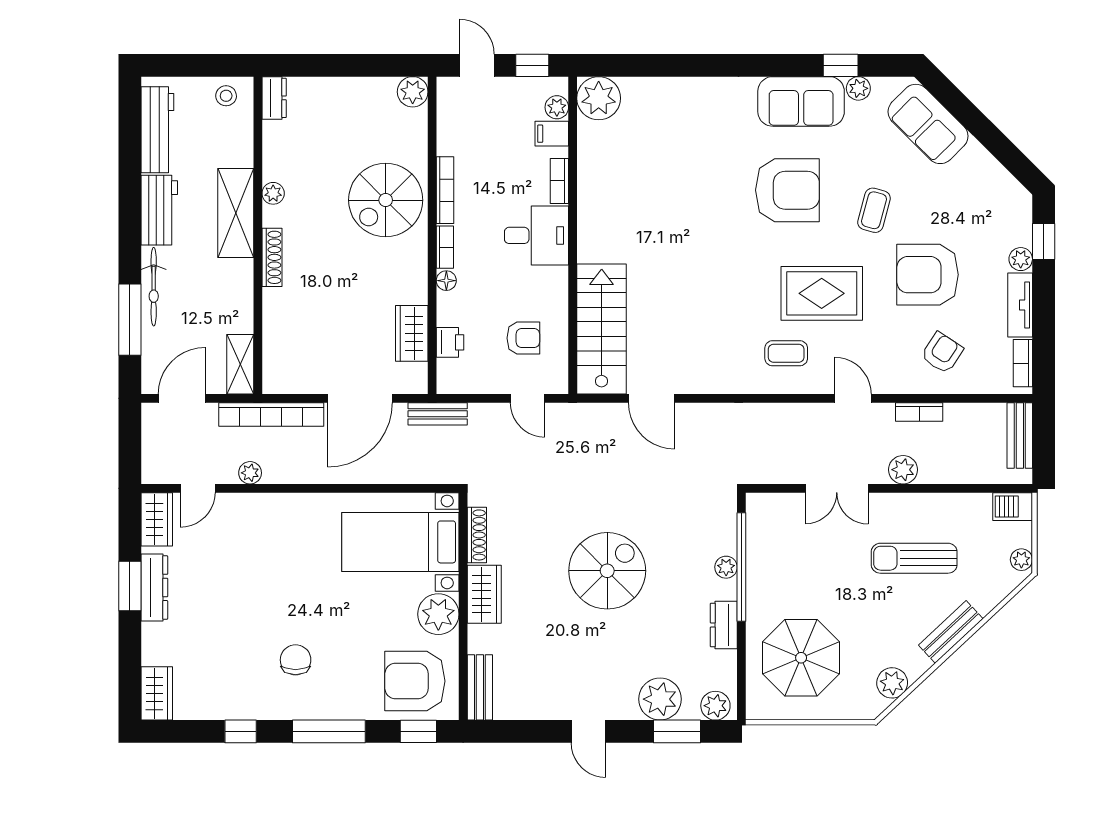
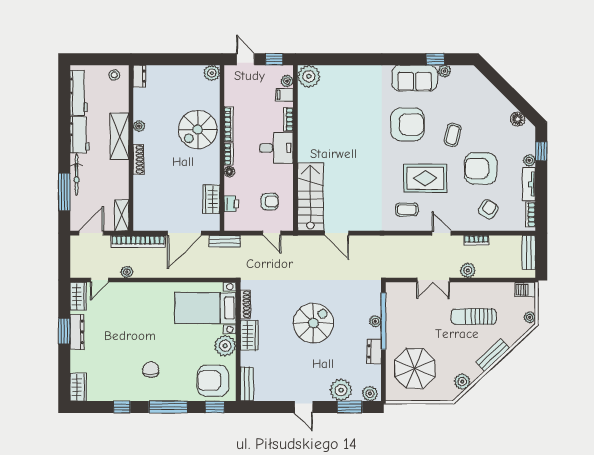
sofa: (928, 124) -> (481, 90), removed
floor lamp: (998, 180) -> (518, 119), added

